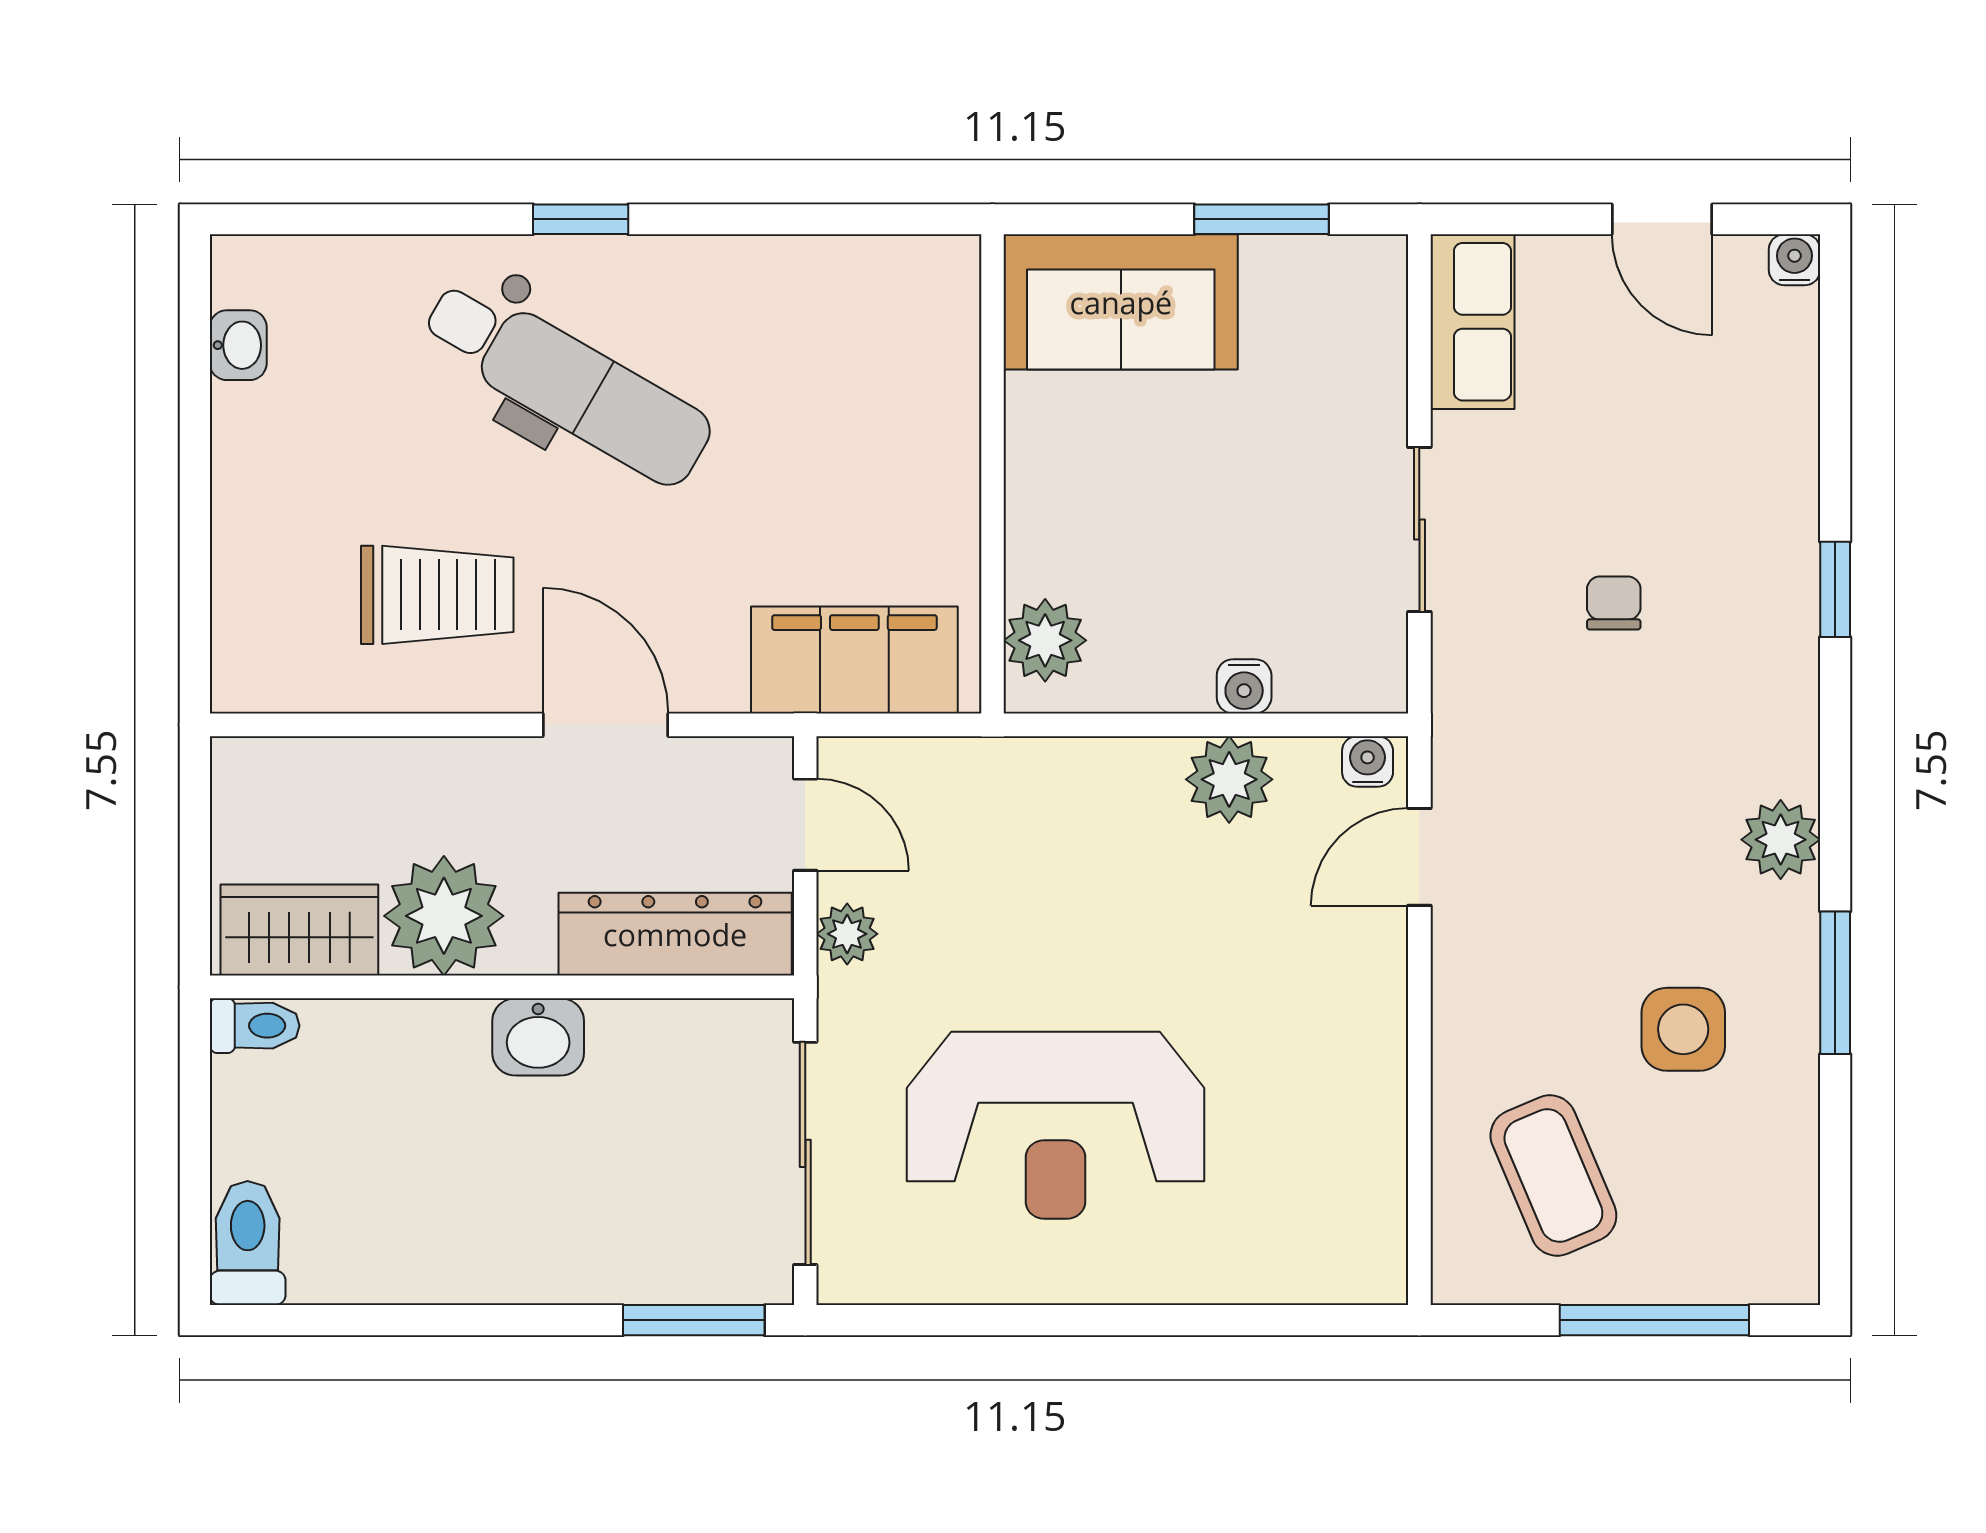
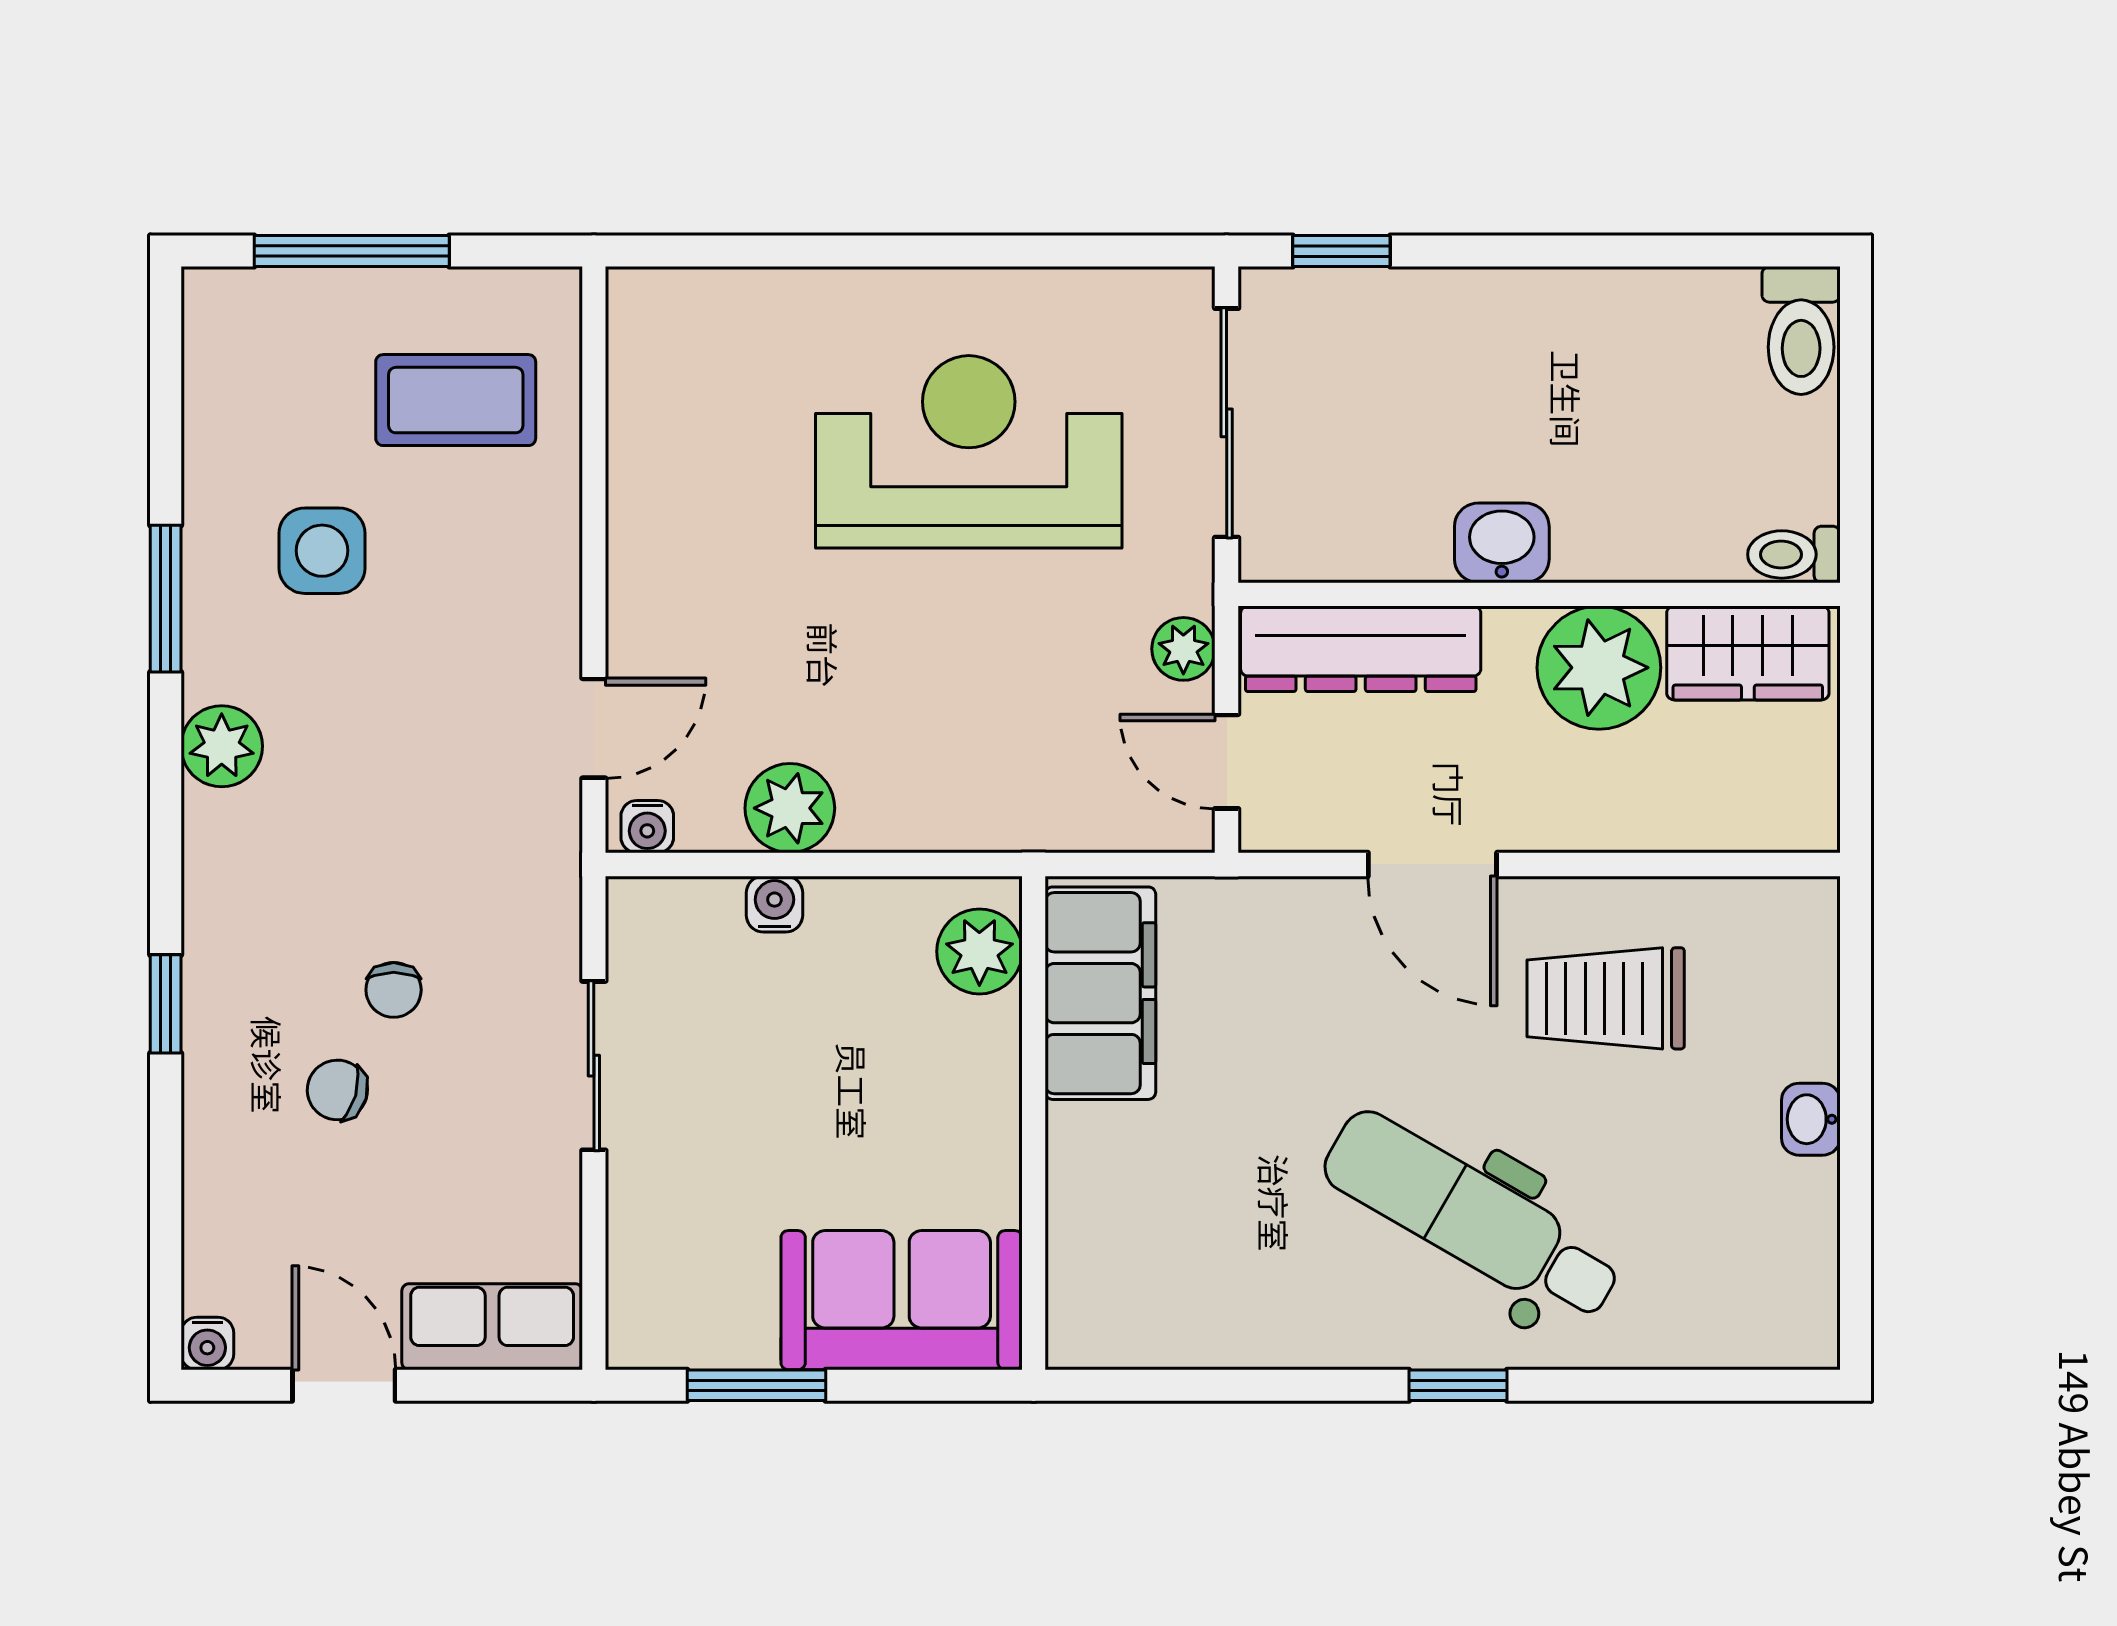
row of seats: (1472, 322) -> (492, 1327), moved, turned 90
washbasin: (238, 345) -> (1811, 1119), moved
chair: (1668, 506) -> (337, 1090), added
filing cabinet: (854, 660) -> (1100, 993), moved, turned -90
coffee table: (1553, 1176) -> (456, 400), turned -67
window: (694, 1320) -> (1341, 251), width x0.67

